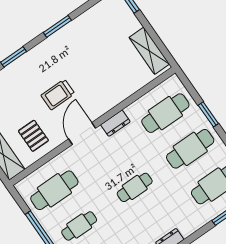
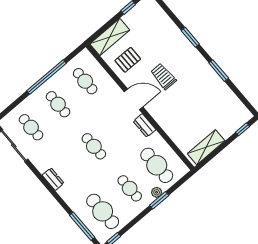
plant: (198, 117) -> (157, 192), added
cafe table: (190, 149) -> (130, 188), width x0.73, depth x0.74
cafe table: (54, 190) -> (85, 81), width x0.73, depth x0.74

